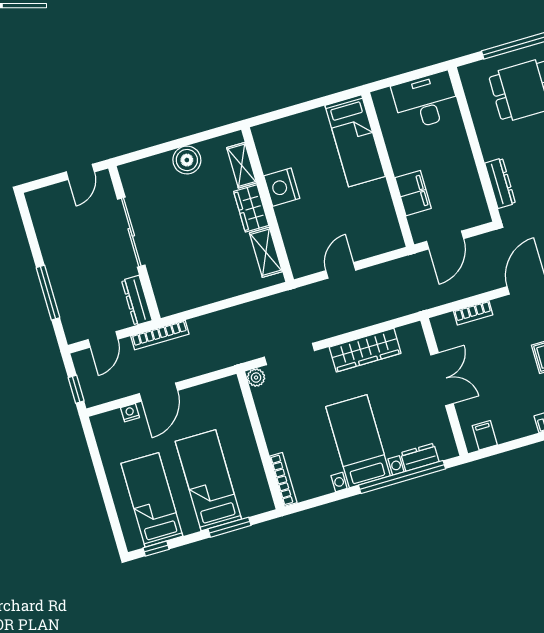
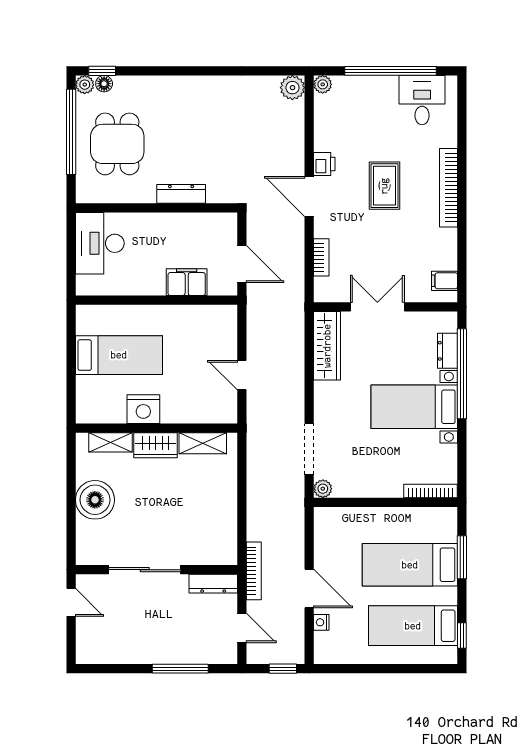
bed: (355, 141) -> (119, 355), moved
boiler: (187, 160) -> (95, 500), width x1.37, depth x1.37
dresser: (500, 183) -> (181, 194), moved
wardrobe: (365, 350) -> (327, 346), moved

